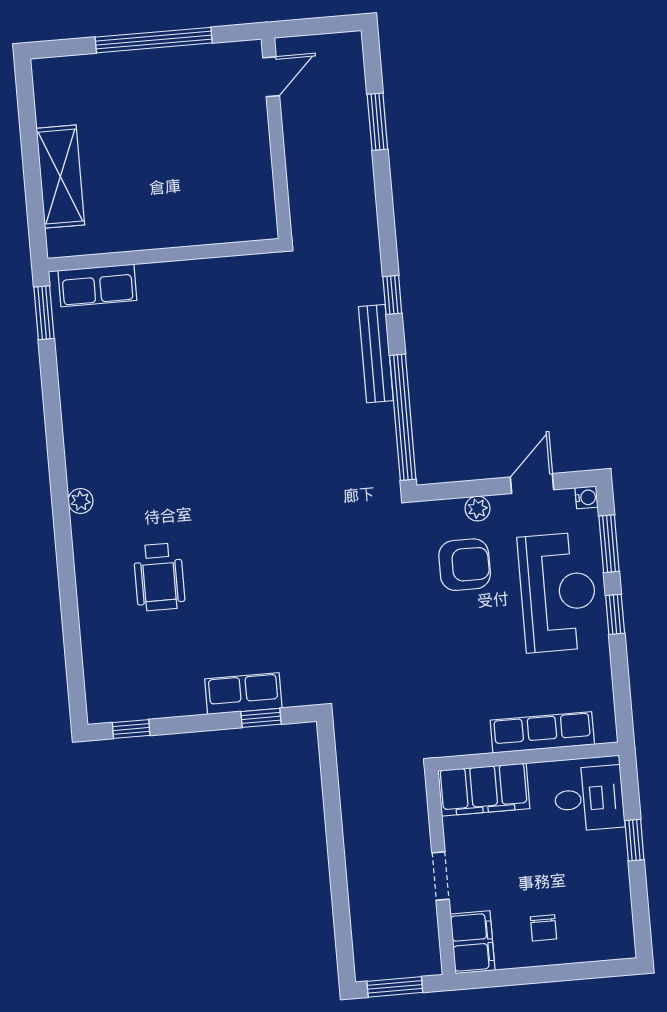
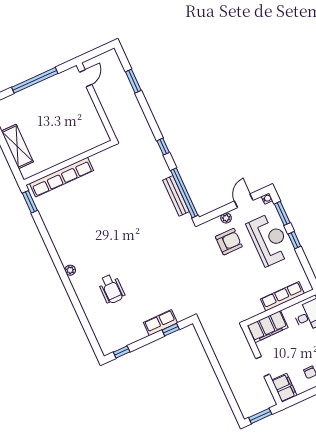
row of seats: (97, 285) -> (61, 177), width x2.02
bench: (376, 354) -> (176, 196), moved

